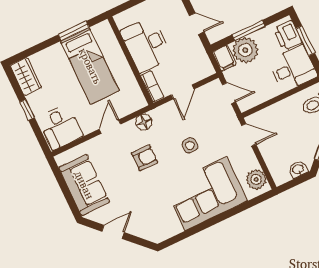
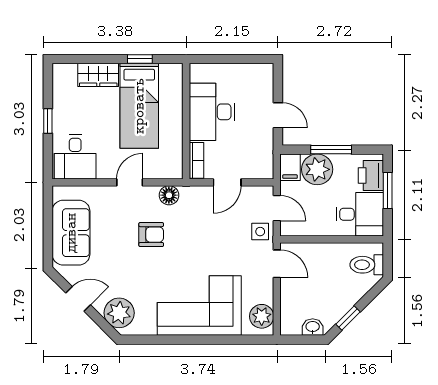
window: (74, 31) -> (140, 59), width x0.67
wardrobe: (26, 77) -> (98, 75), moved, turned 90
side table: (190, 145) -> (260, 232), moved
plant: (149, 228) -> (119, 313), added

